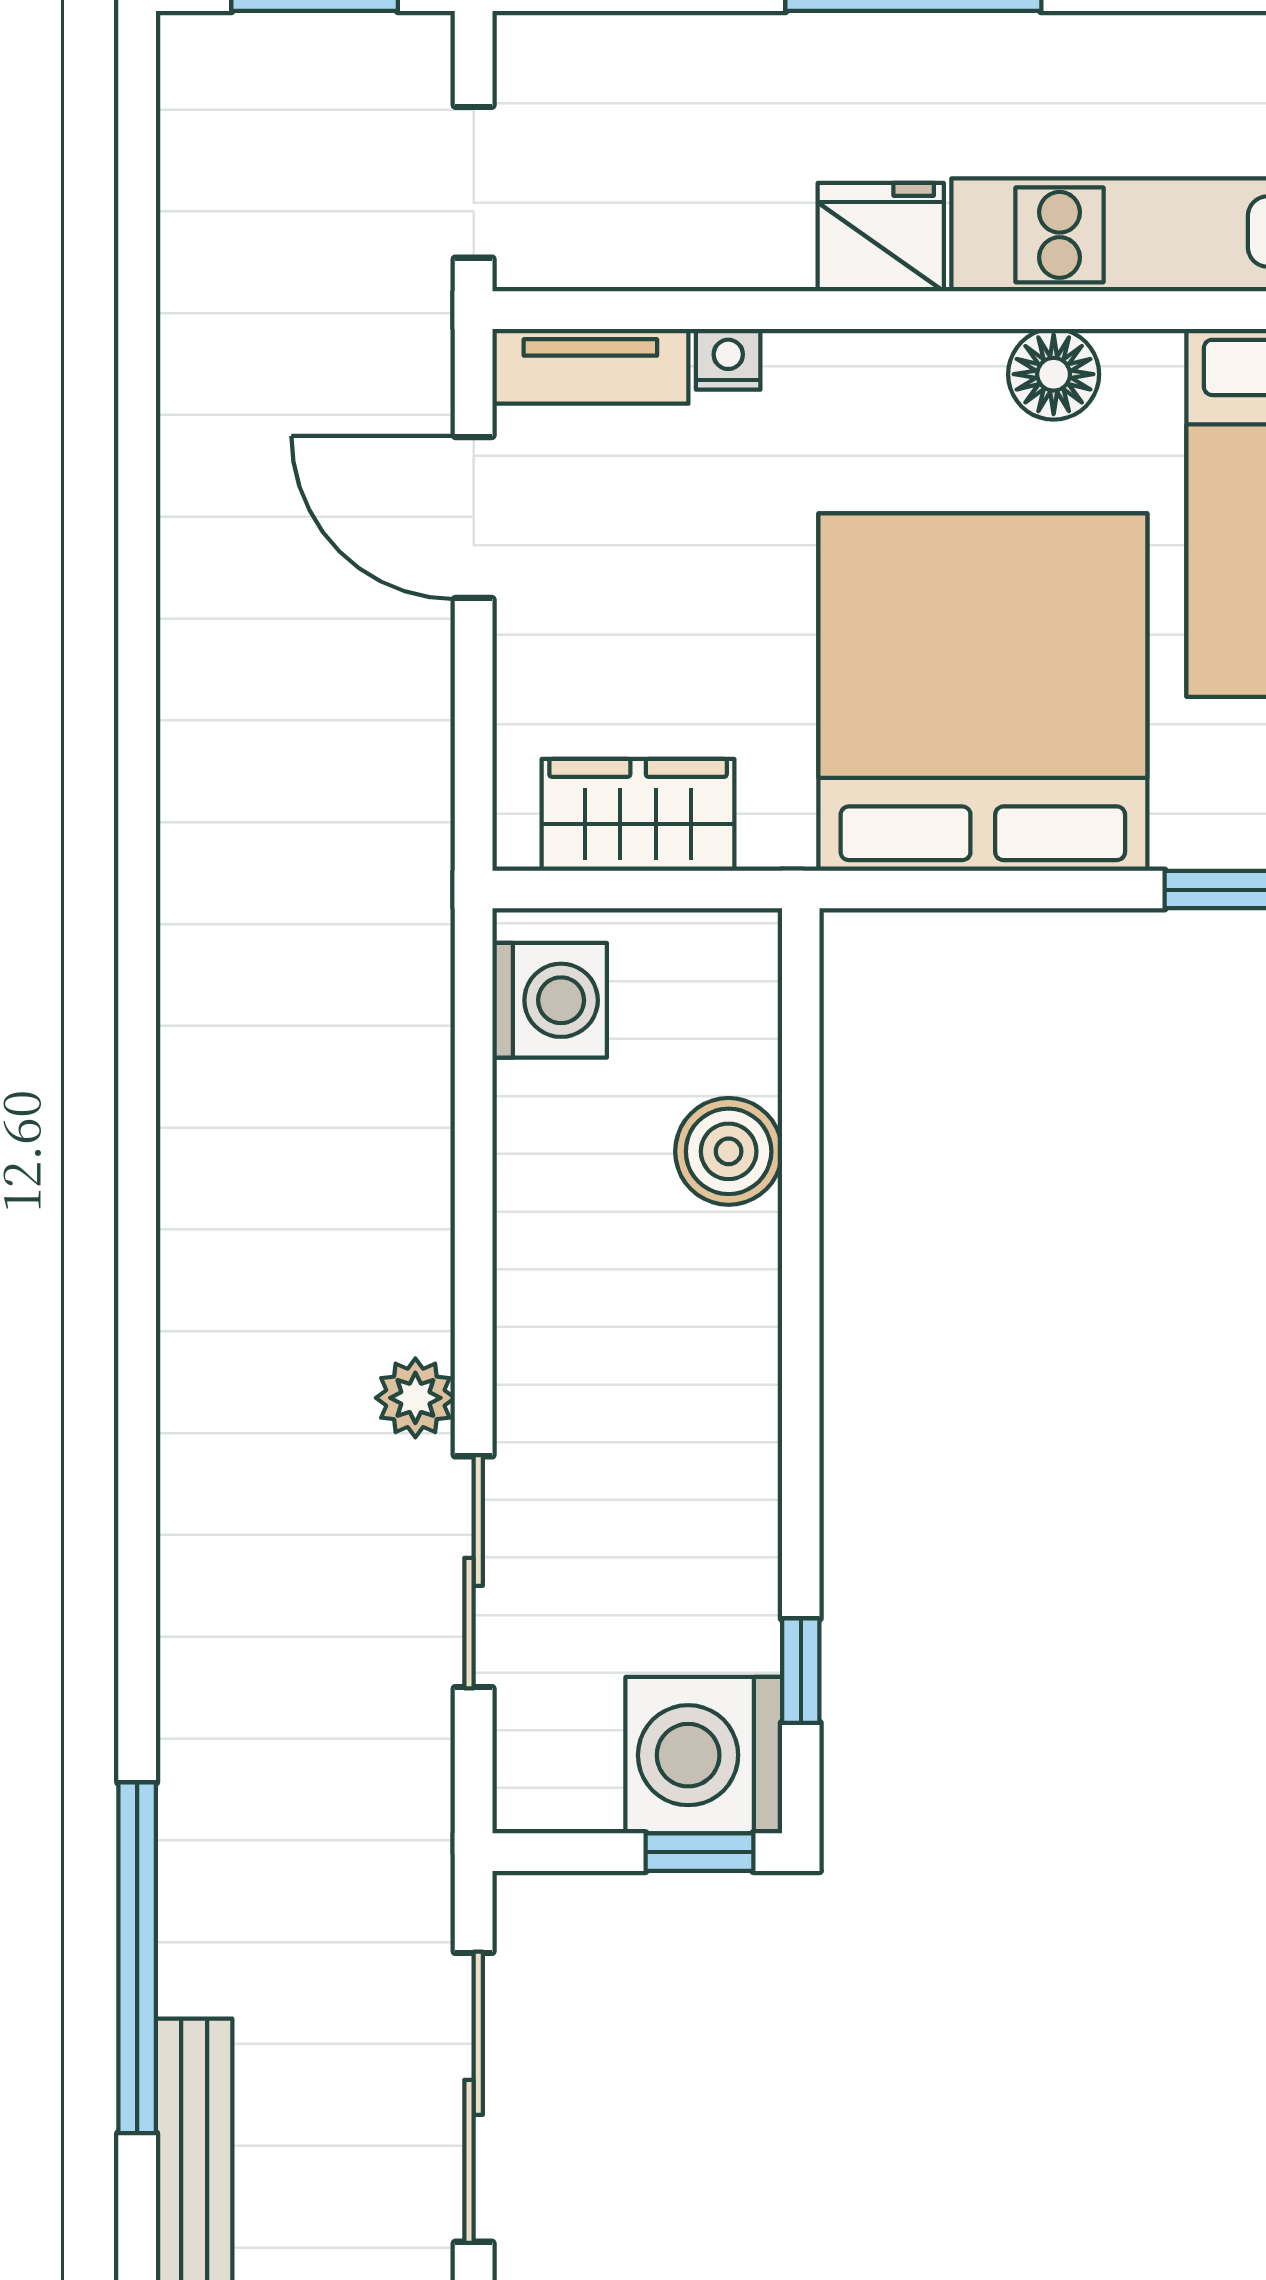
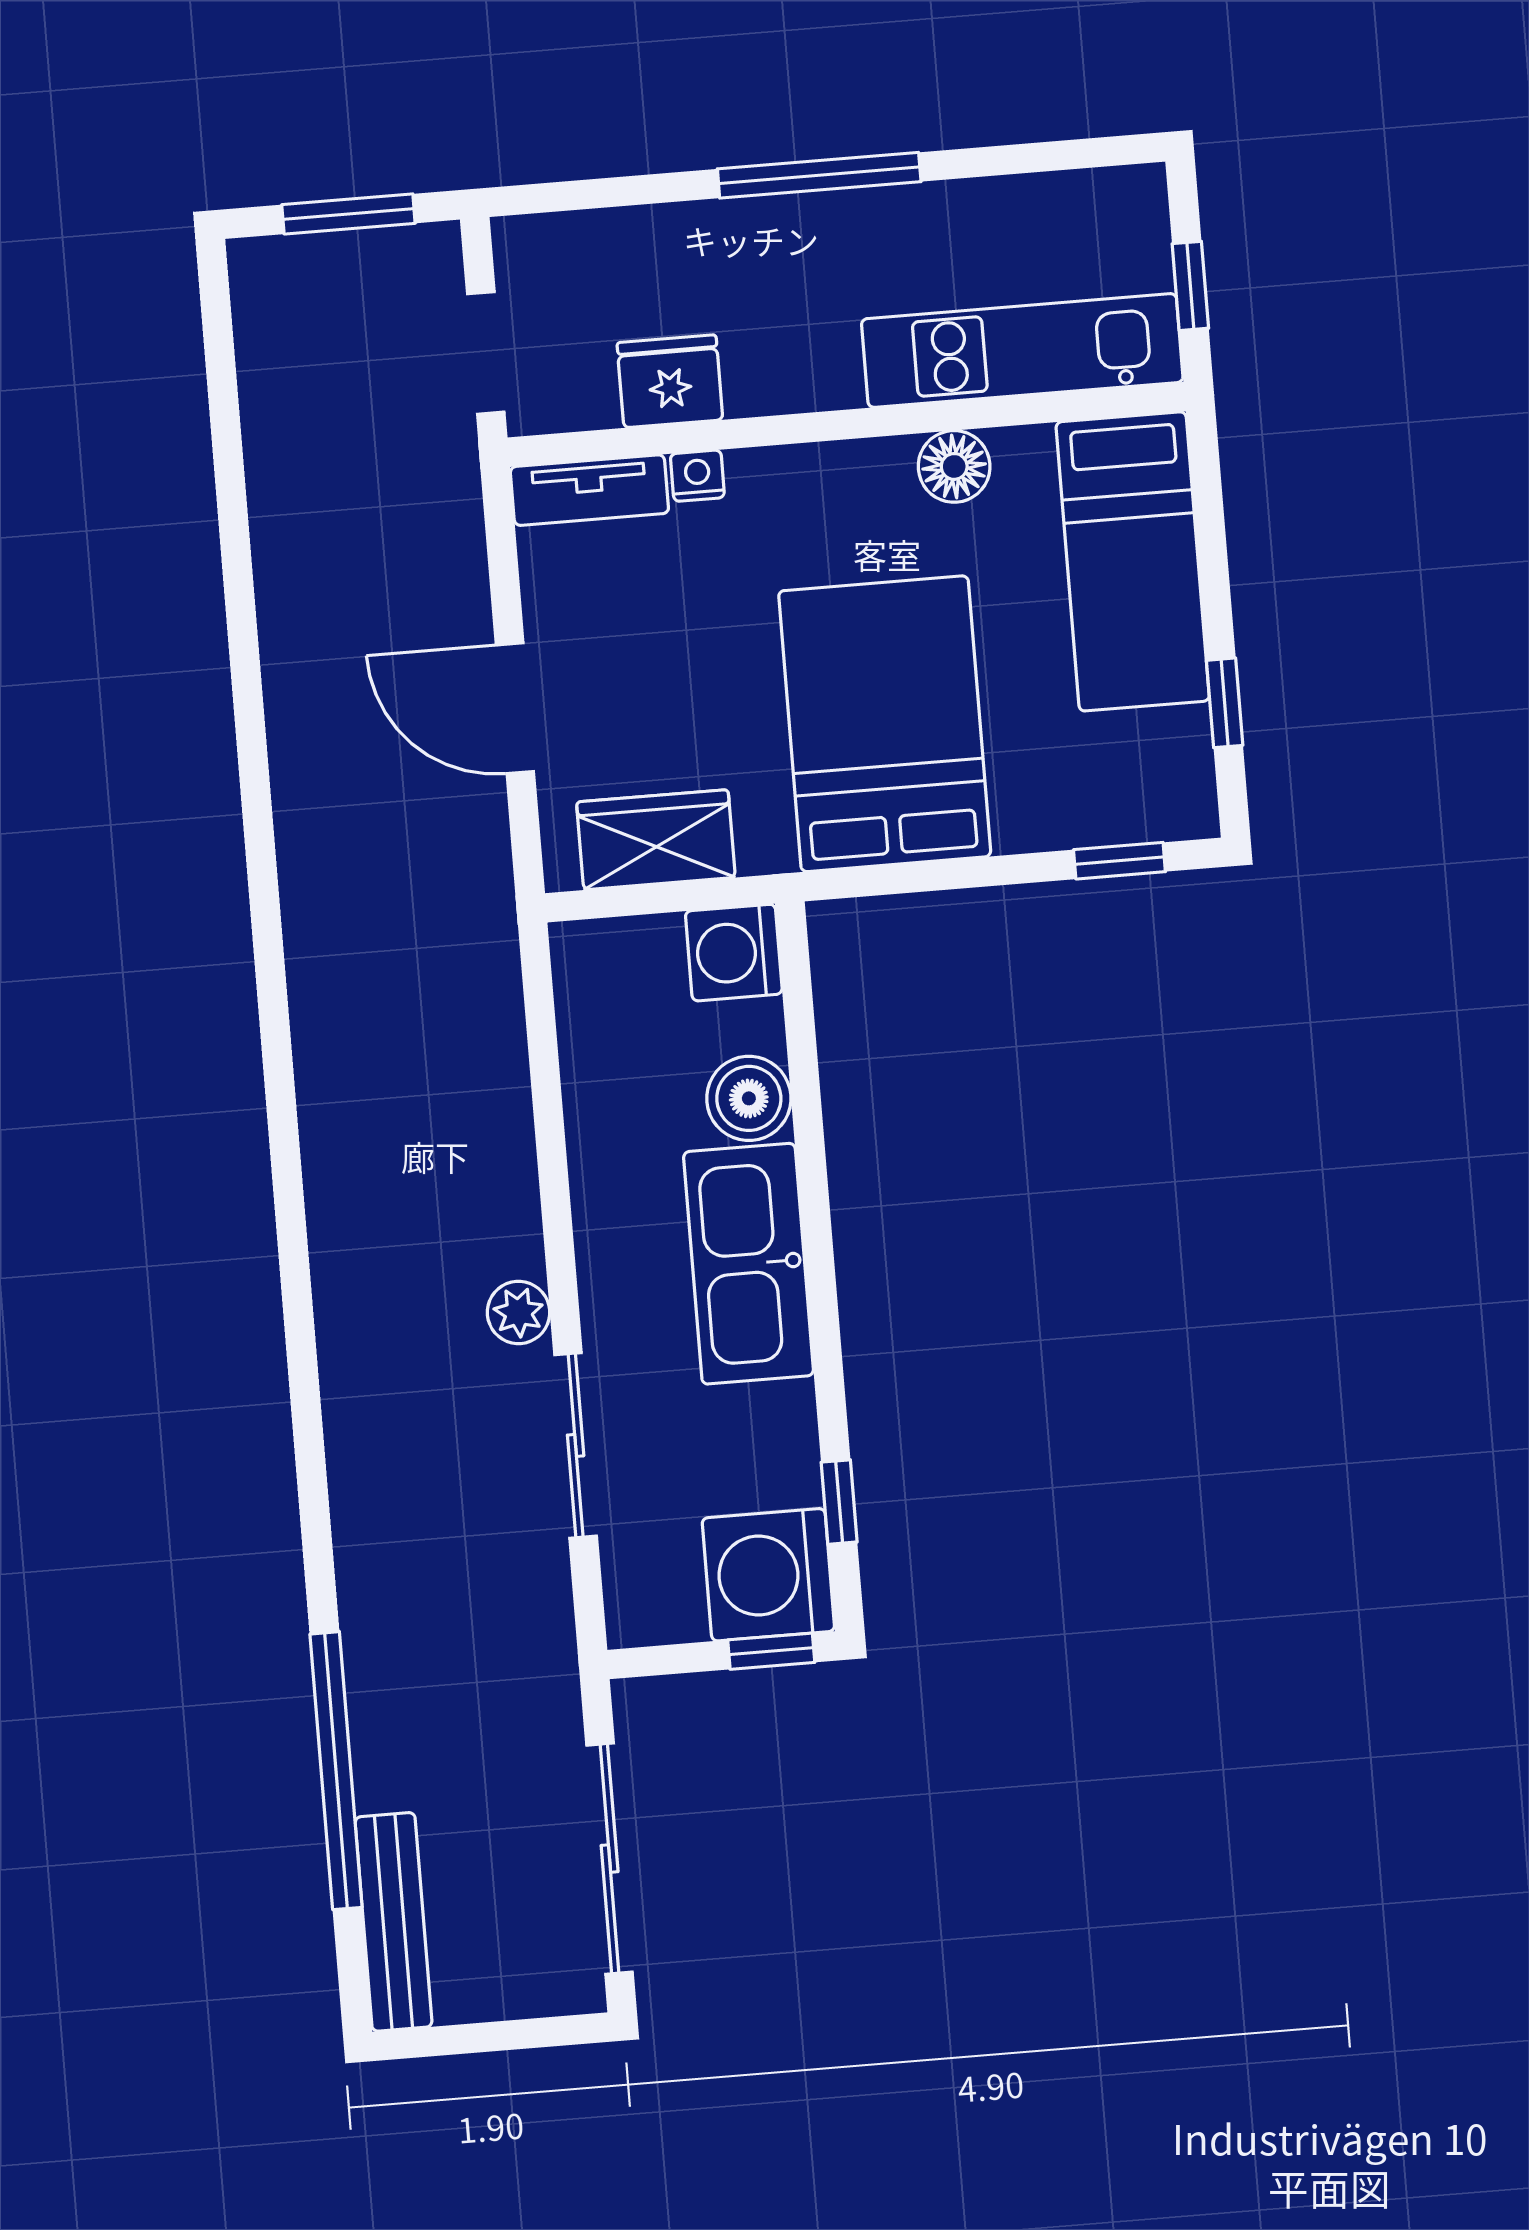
fridge: (881, 237) -> (670, 381), moved
door: (474, 517) -> (515, 708), moved
bed: (983, 692) -> (885, 724), width x0.73
washing machine: (550, 1000) -> (734, 953), moved, turned 180
kitchen sink: (711, 1360) -> (749, 1264), added

